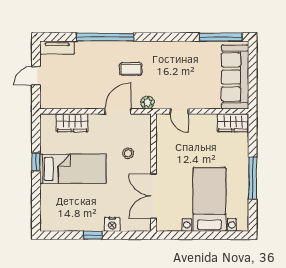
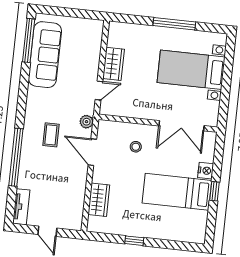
sofa: (235, 77) -> (45, 55), moved, turned -90
wardrobe: (233, 123) -> (114, 64), moved
bed: (73, 169) -> (177, 192), moved, turned -90

